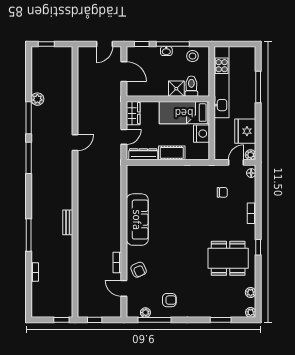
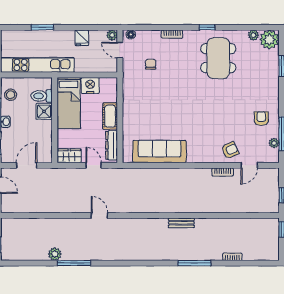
window: (258, 87) -> (42, 27), width x0.69
fridge: (245, 131) -> (82, 38), width x0.53, depth x0.75
window: (29, 158) -> (115, 263), removed
sofa: (137, 220) -> (159, 151), moved
plant: (251, 312) -> (269, 40), width x1.88, depth x1.88

